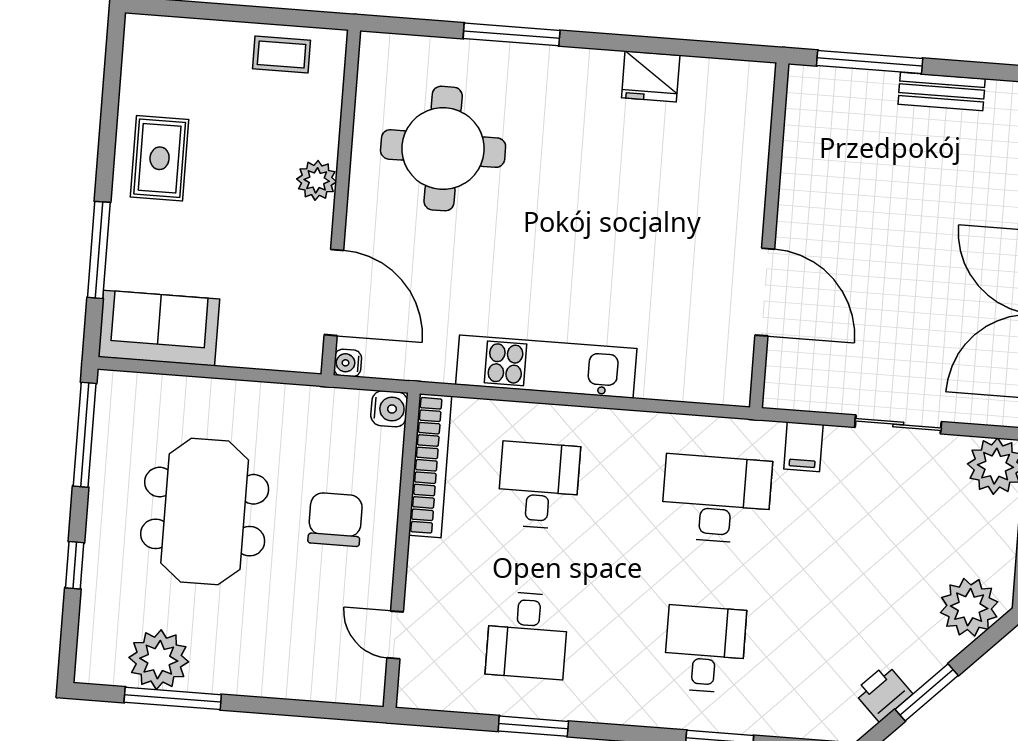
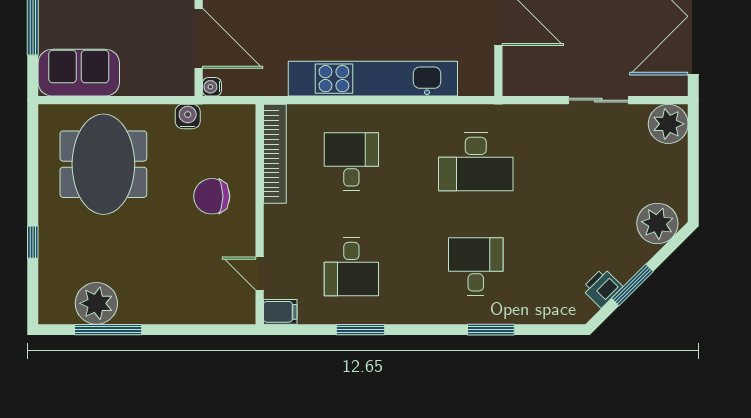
kitchen unit: (546, 367) -> (373, 79), width x1.36
water cooler: (389, 409) -> (188, 116), moved, turned -90
window: (85, 435) -> (33, 151), removed
filing cabinet: (803, 447) -> (280, 312), moved, turned -90
desk: (716, 499) -> (476, 162), turned 180
meeting table: (205, 512) -> (103, 164), moved
chair: (335, 519) -> (212, 196), turned -90

